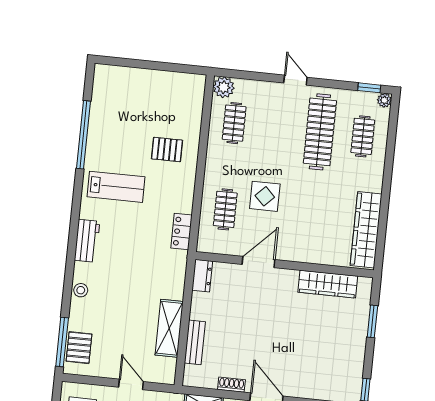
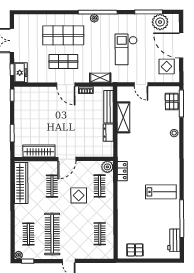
plant: (224, 87) -> (107, 167), moved
pallet: (167, 150) -> (135, 250), moved
lab bench: (116, 187) -> (161, 192), turned 180
clothes rail: (311, 218) -> (52, 186), added
workbench: (87, 241) -> (174, 240), moved
door: (258, 262) -> (67, 159), moved
dresser: (202, 276) -> (108, 133), moved
bench: (195, 342) -> (108, 107), width x1.36

